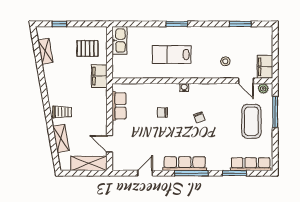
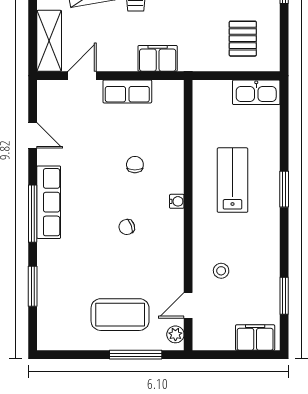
filing cabinet: (265, 67) -> (255, 337), moved
filing cabinet: (99, 76) -> (158, 58), moved
row of seats: (119, 106) -> (127, 91), moved
row of seats: (251, 164) -> (48, 313), removed

